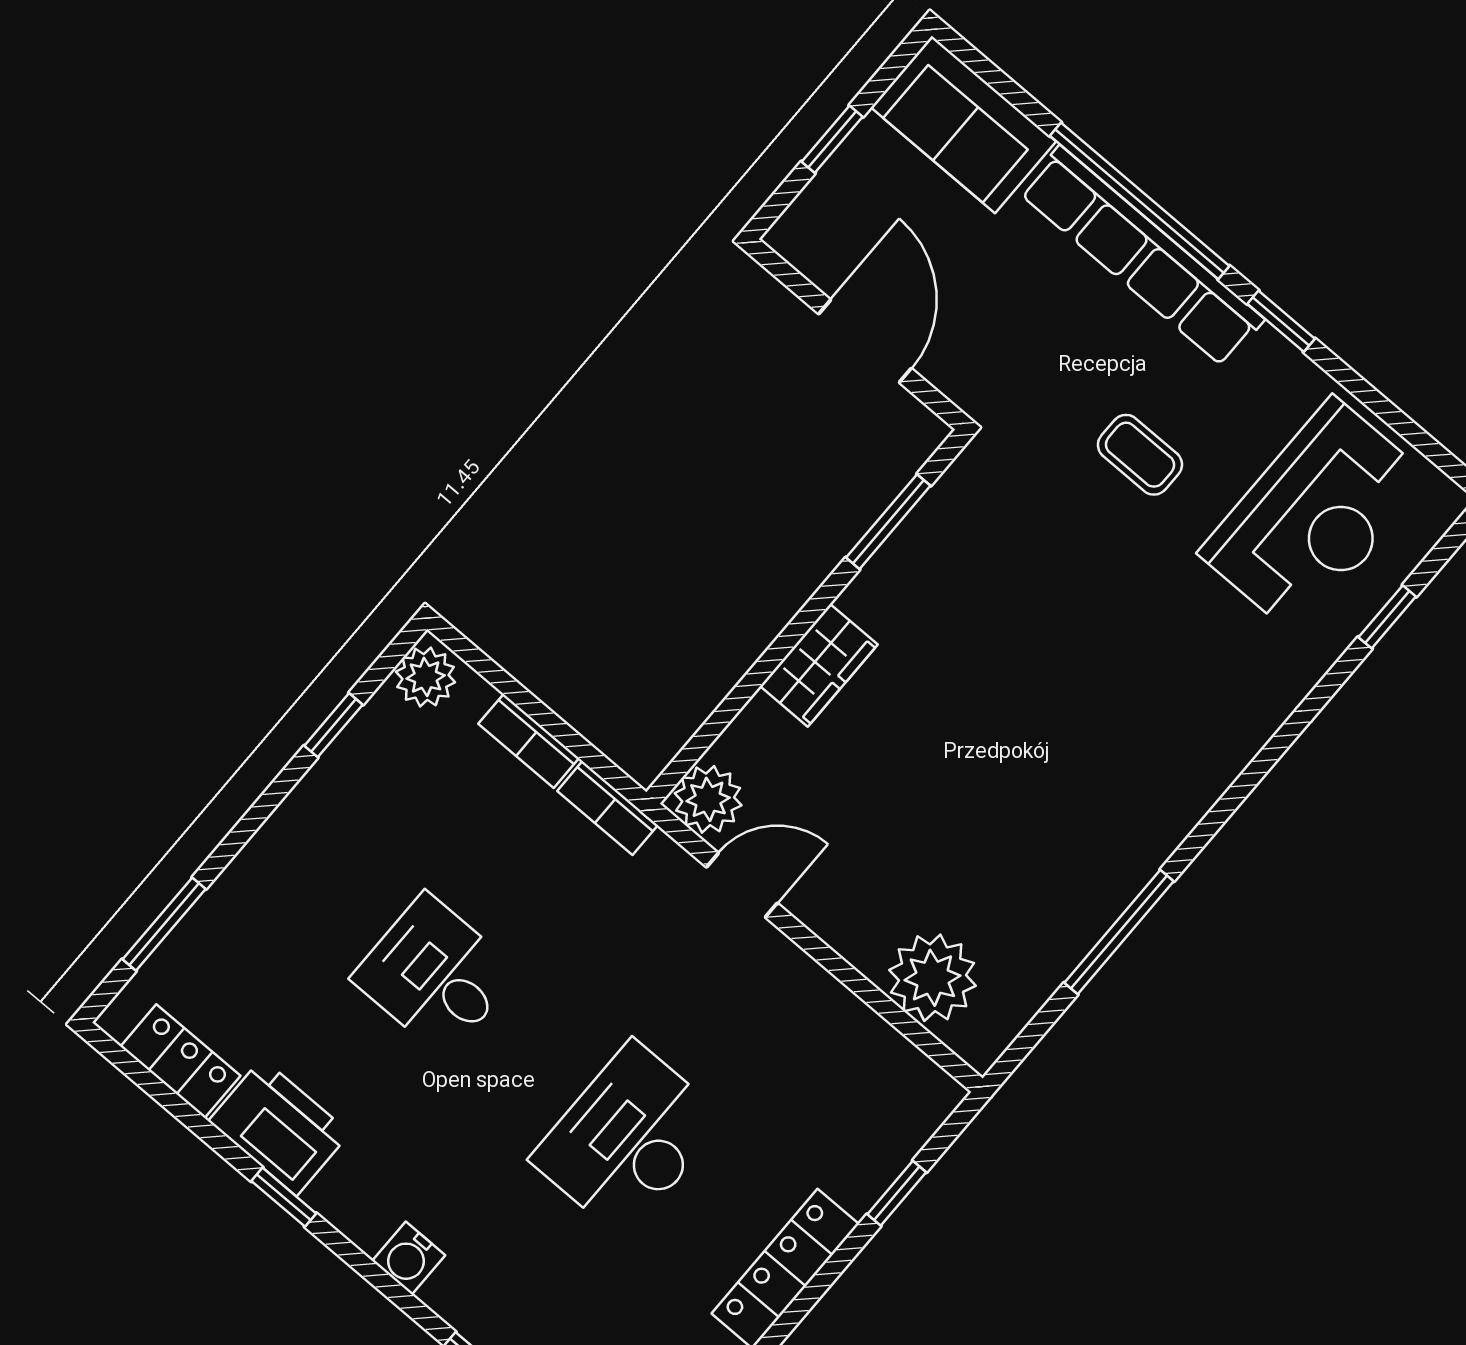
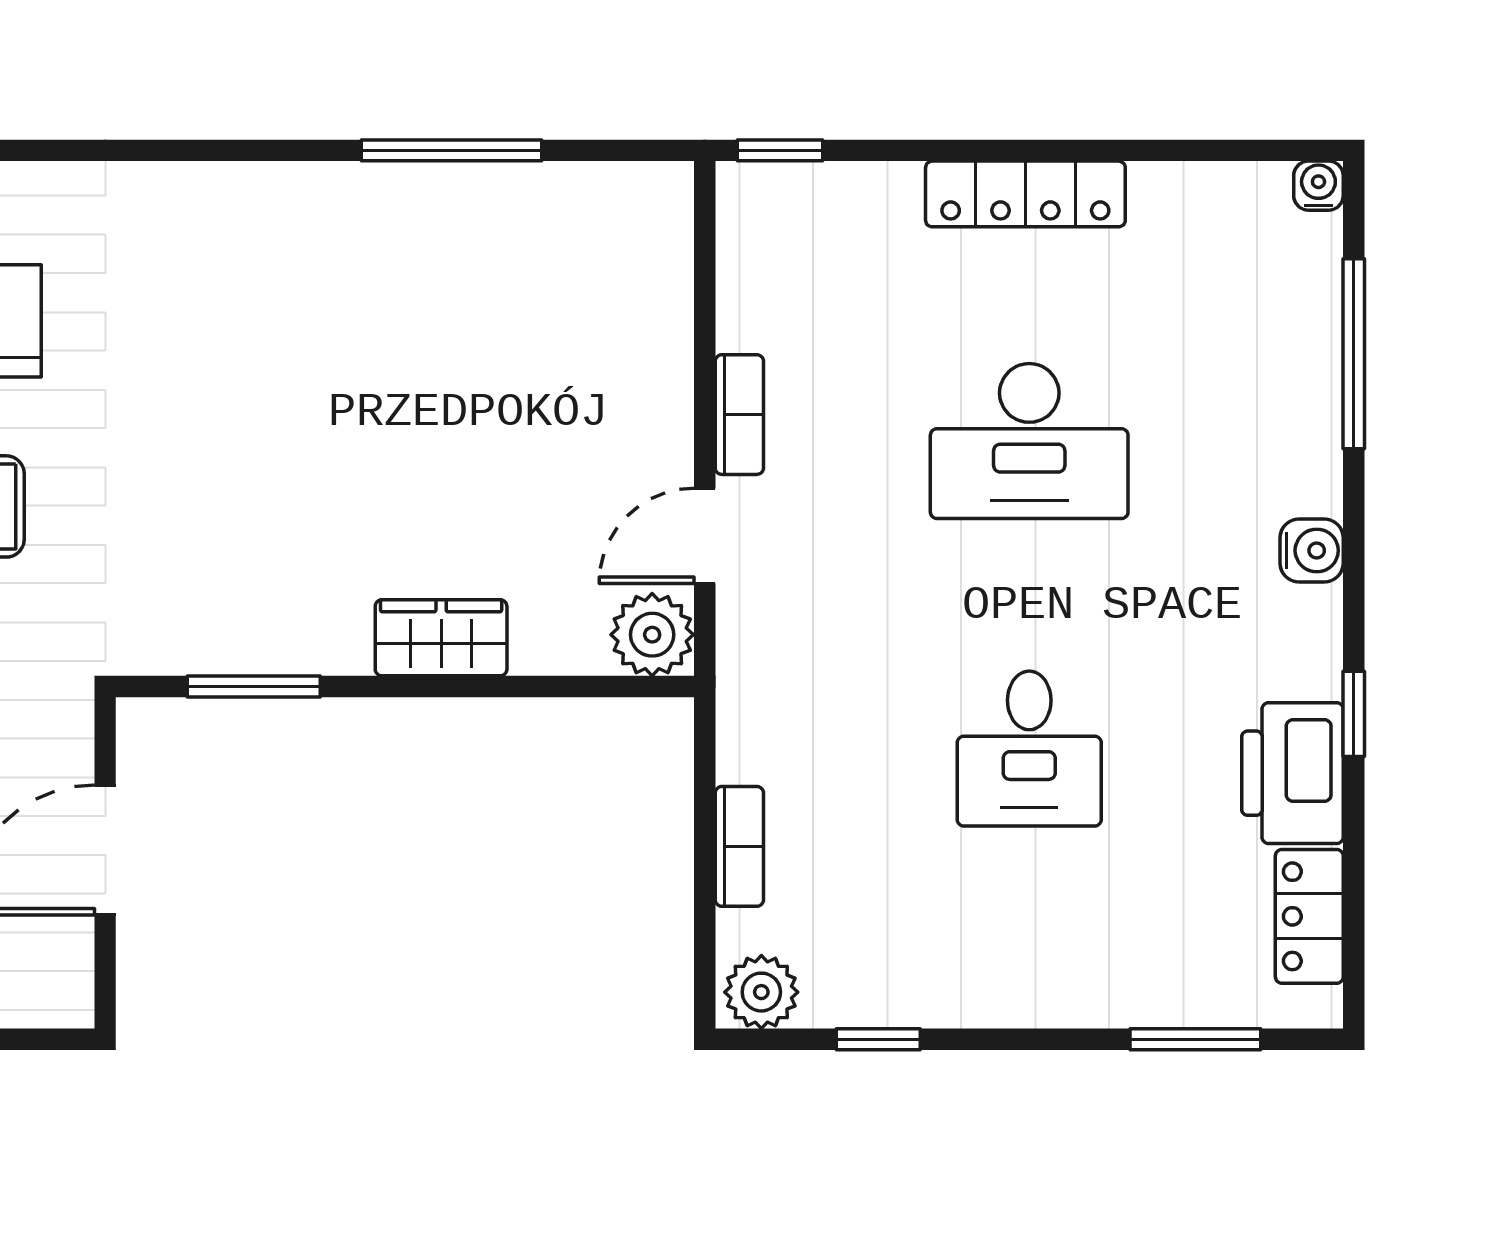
bookcase: (608, 808) -> (739, 415), moved
door: (742, 885) -> (705, 536), hinge flipped
plant: (932, 978) -> (641, 287), removed
window: (897, 1193) -> (780, 150), moved

